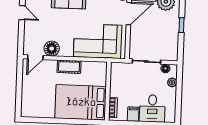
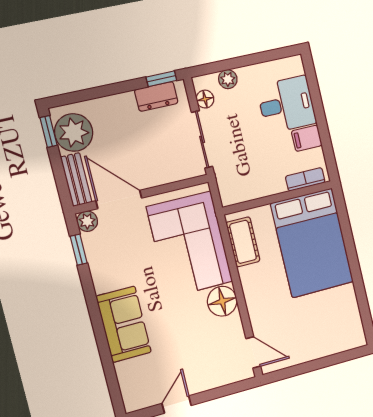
window: (181, 25) -> (161, 79), moved
dresser: (173, 45) -> (156, 96), added
floor lamp: (52, 49) -> (222, 301), moved
cot: (69, 67) -> (243, 242), moved

